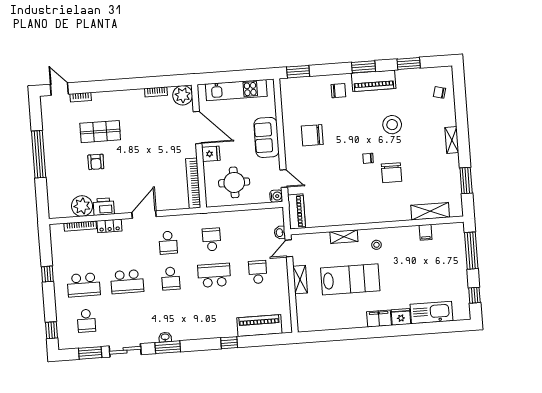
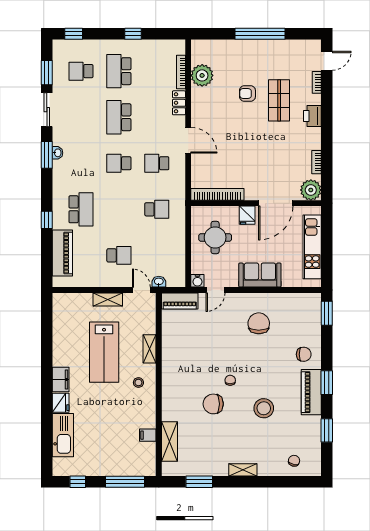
chair: (338, 91) -> (304, 354), turned -90
printer: (104, 207) -> (312, 116), moved, turned 180
school desk: (214, 275) -> (81, 209), moved

